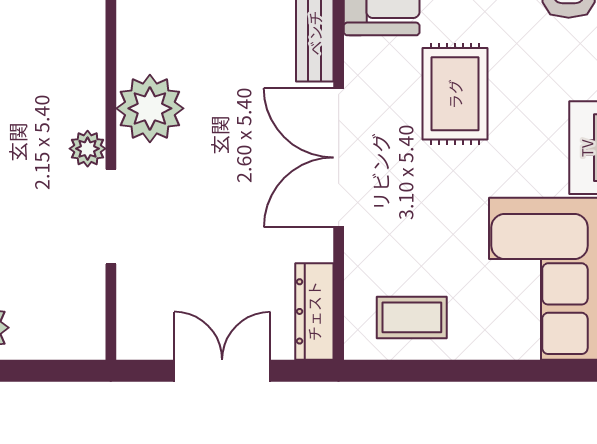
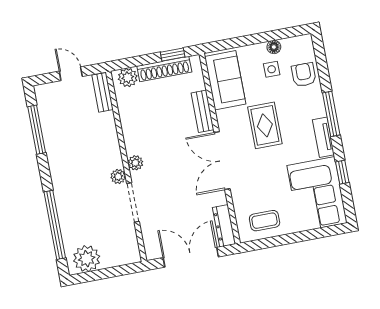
plant: (150, 108) -> (135, 163), width x0.53, depth x0.53
double door: (222, 371) -> (191, 257), width x1.37

